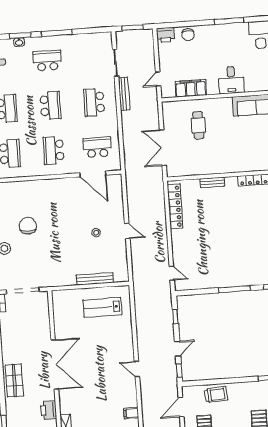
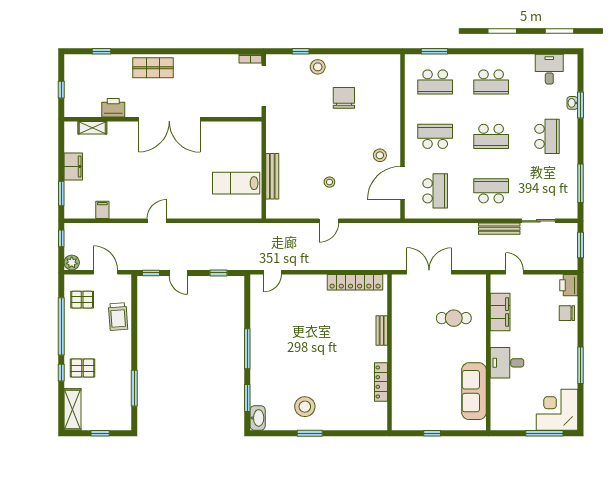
window: (57, 33) -> (581, 183), moved
stool: (72, 194) -> (380, 155), added
chair: (28, 226) -> (344, 98), turned -90
lab bench: (102, 307) -> (236, 183), turned -90

